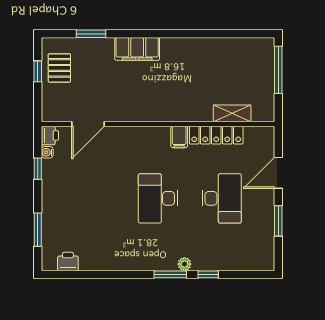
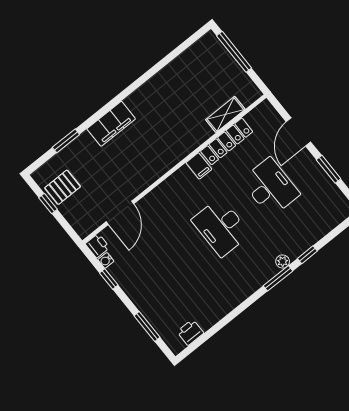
pallet: (59, 68) -> (63, 187), turned 90

